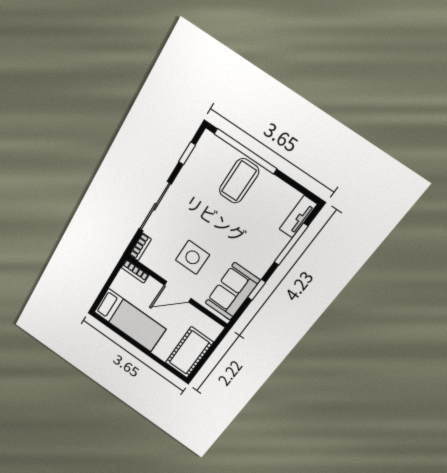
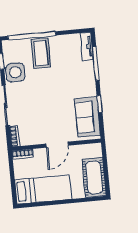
side table: (193, 257) -> (15, 72), moved

